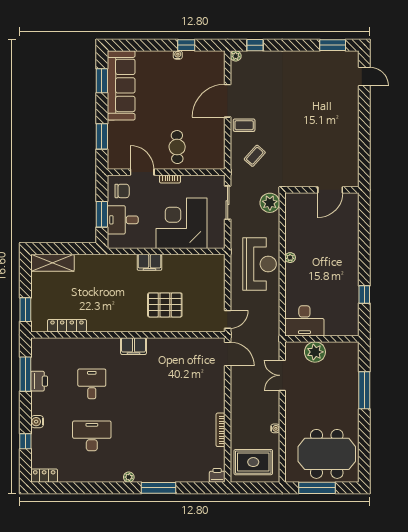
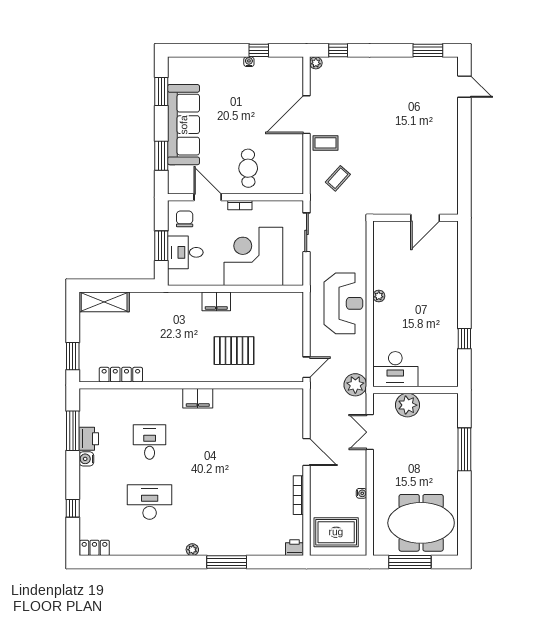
sofa: (121, 85) -> (184, 125), moved
chair: (122, 191) -> (185, 219), turned -90
plant: (270, 203) -> (355, 385), moved
door: (228, 354) -> (307, 452), moved
water cooler: (37, 422) -> (86, 459), moved

